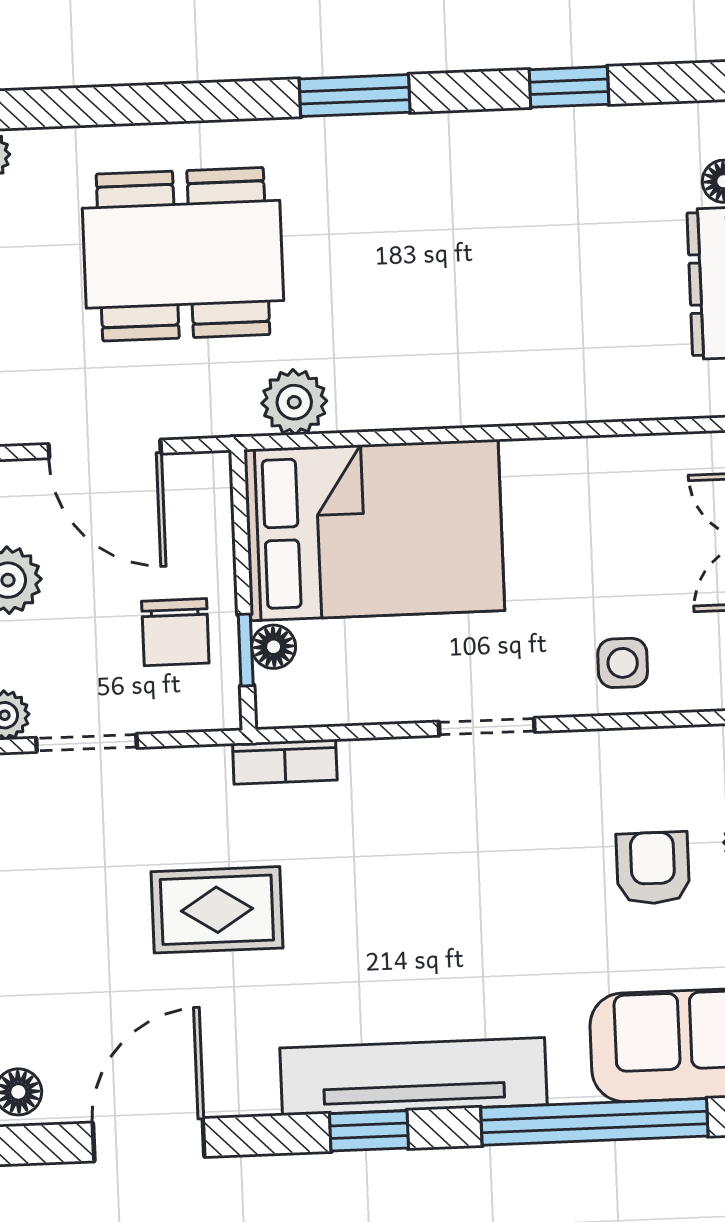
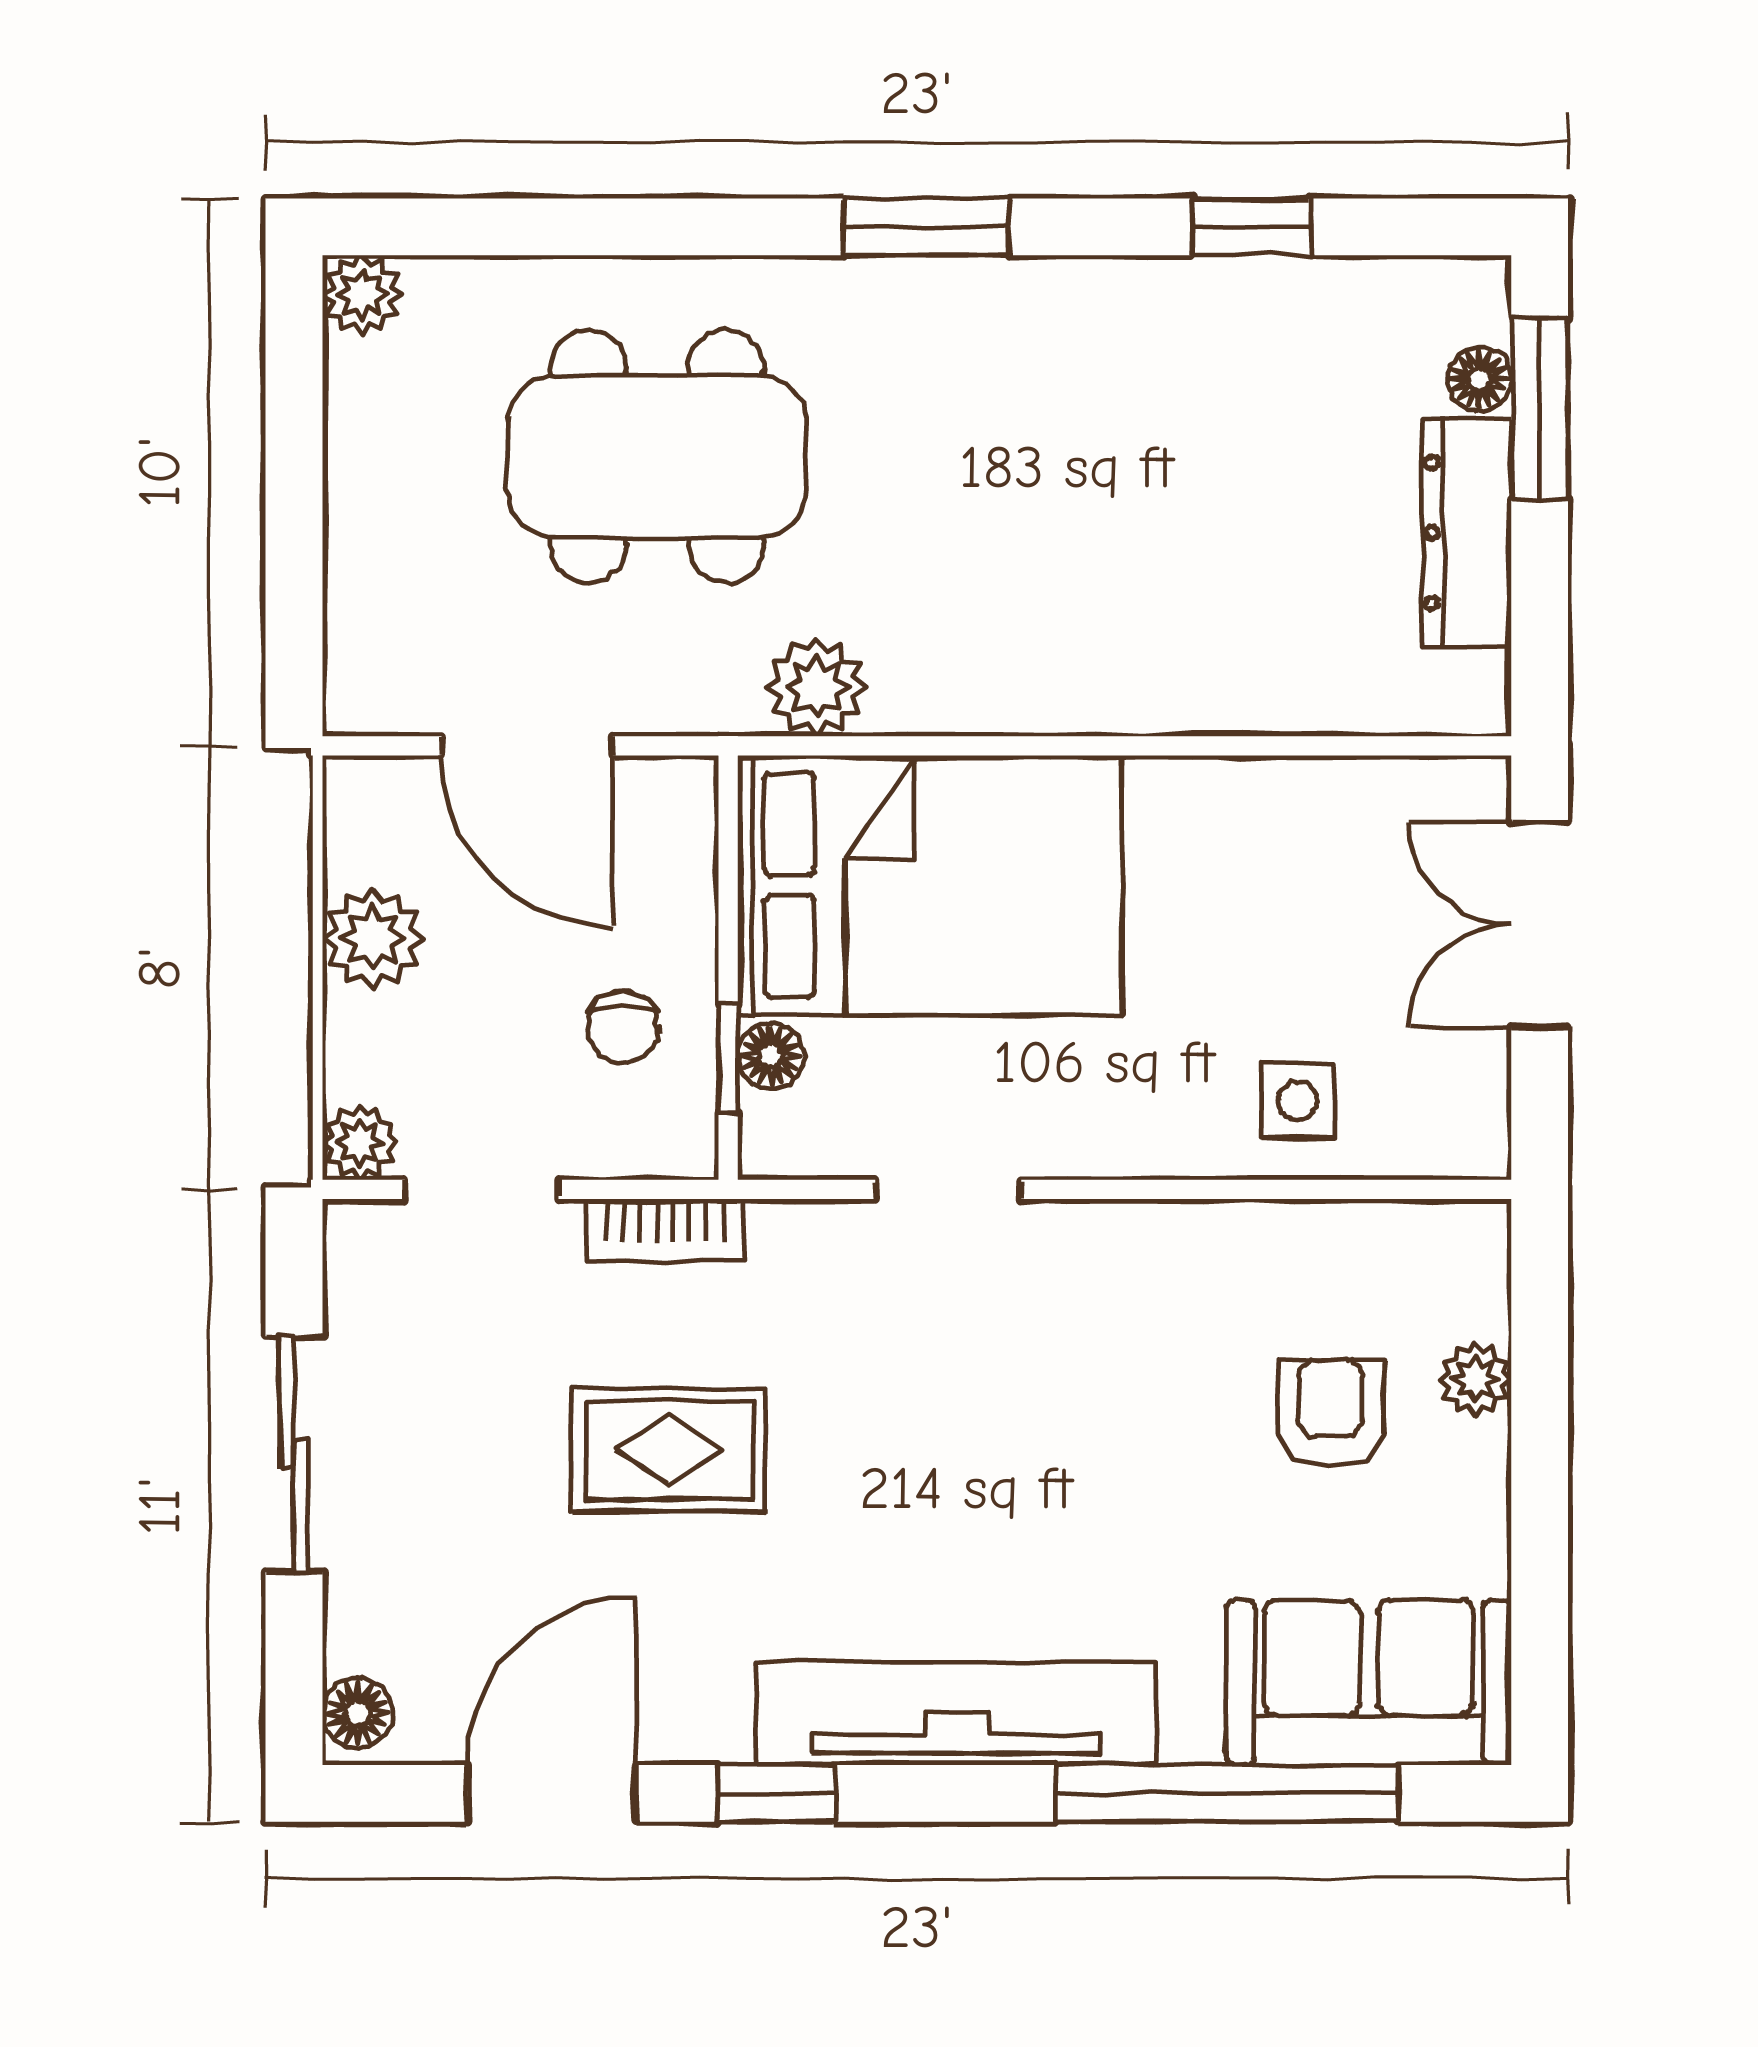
chair: (175, 632) -> (623, 1027), width x0.73, depth x0.73
doorway: (487, 727) -> (948, 1189), moved
bookcase: (285, 762) -> (664, 1230), moved
window: (369, 1131) -> (776, 1793), moved

